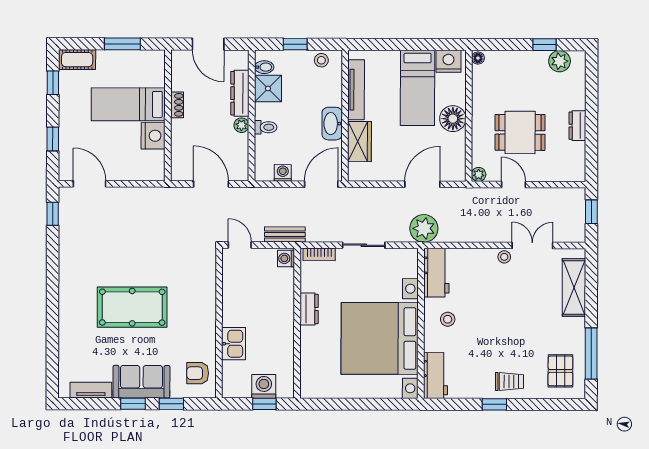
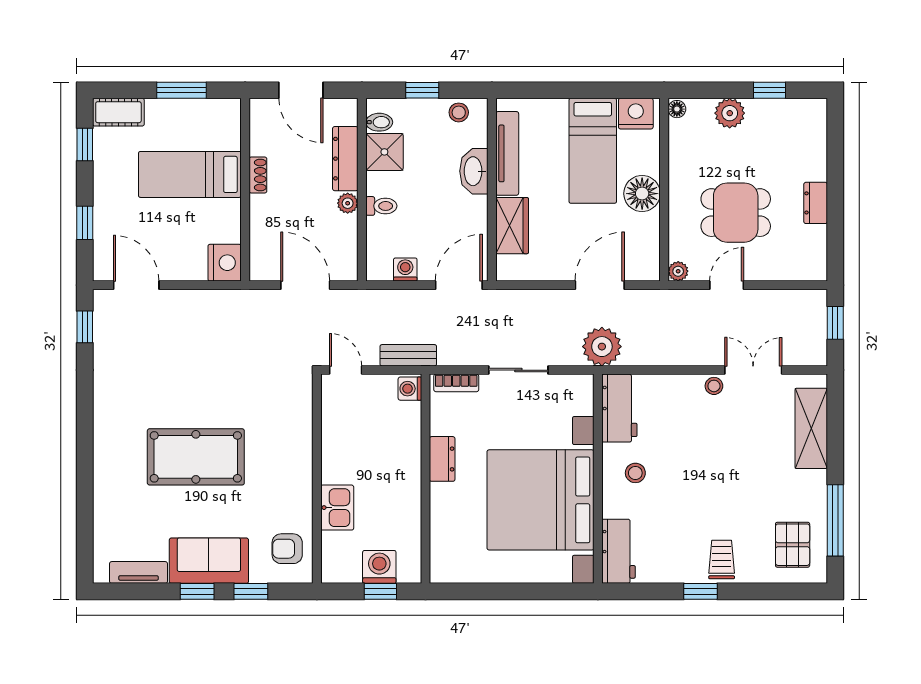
plant: (560, 61) -> (730, 113), moved
washbasin: (332, 124) -> (474, 171), moved
nightstand: (153, 136) -> (225, 263), moved
door: (514, 185) -> (727, 285), hinge flipped
trolley: (509, 381) -> (722, 560), turned -90

